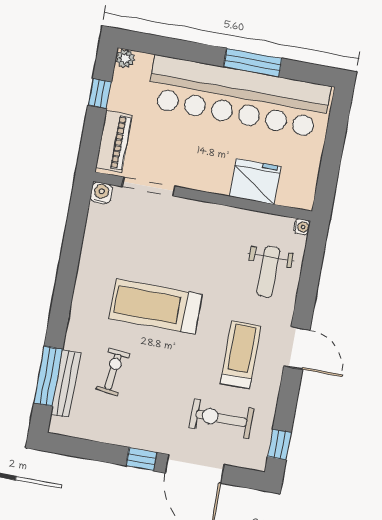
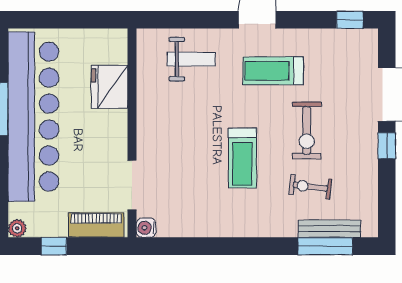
water cooler: (302, 227) -> (144, 36), removed
treadmill: (156, 306) -> (242, 158), width x0.73, depth x0.73
exercise bike: (221, 418) -> (307, 130), moved

